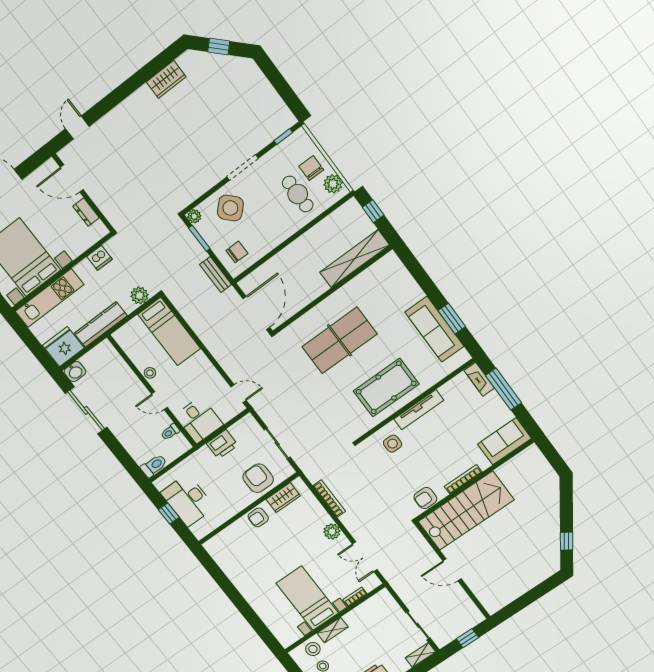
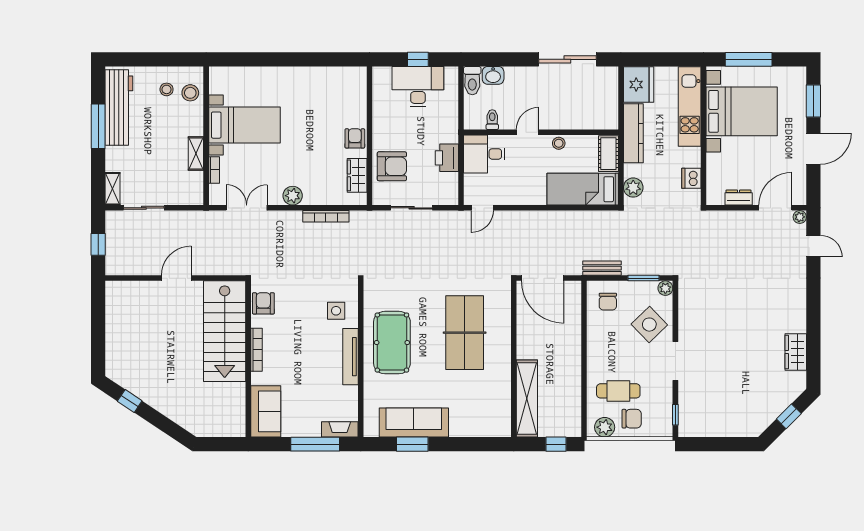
plant: (64, 155) -> (800, 217), added
cot: (129, 332) -> (608, 154), added
washbasin: (75, 372) -> (493, 75), moved, turned -90
shelving: (333, 630) -> (196, 154), moved

